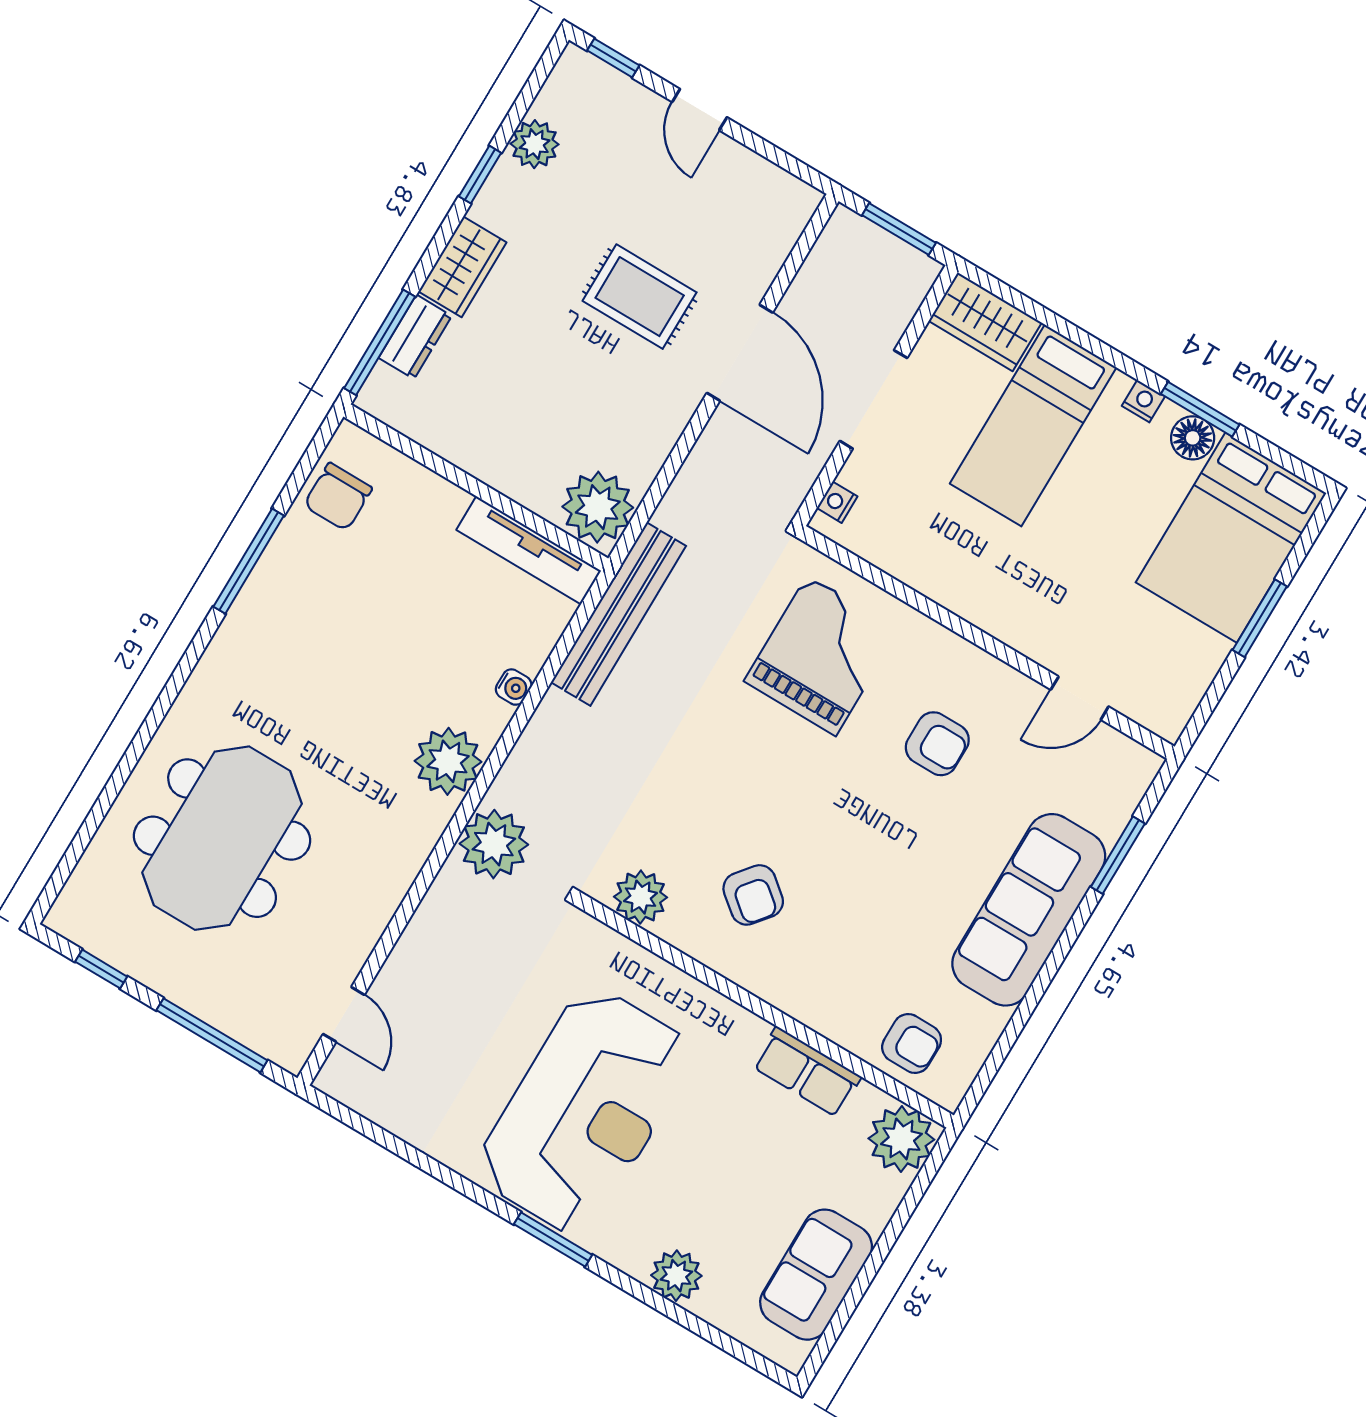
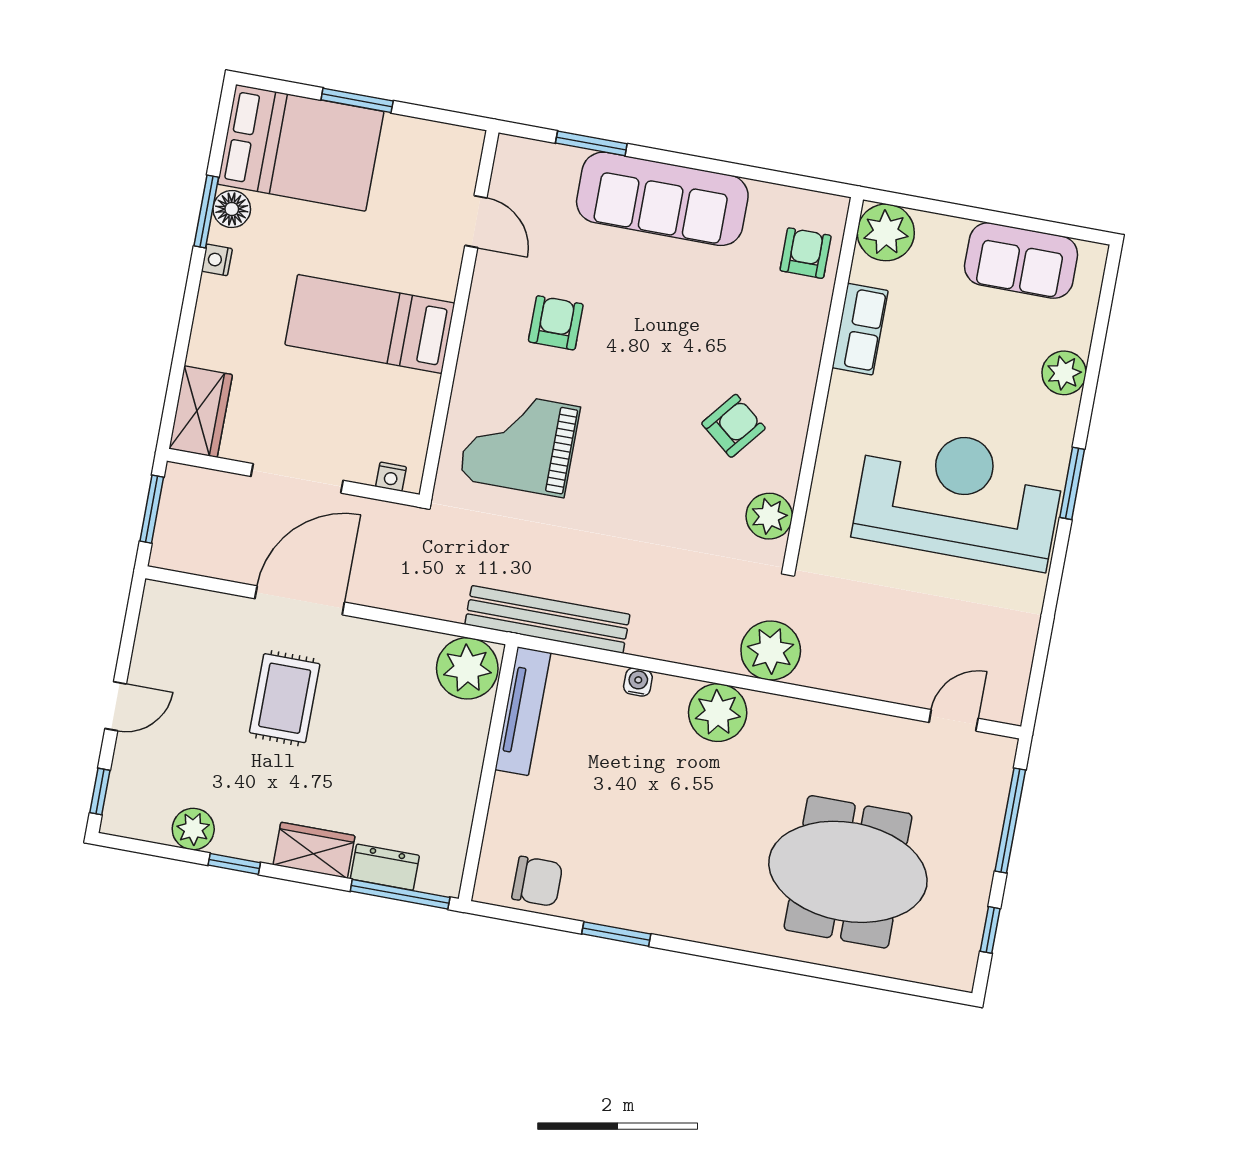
bed: (1033, 425) -> (370, 324), moved, turned 180
window: (249, 561) -> (616, 934), width x0.69

